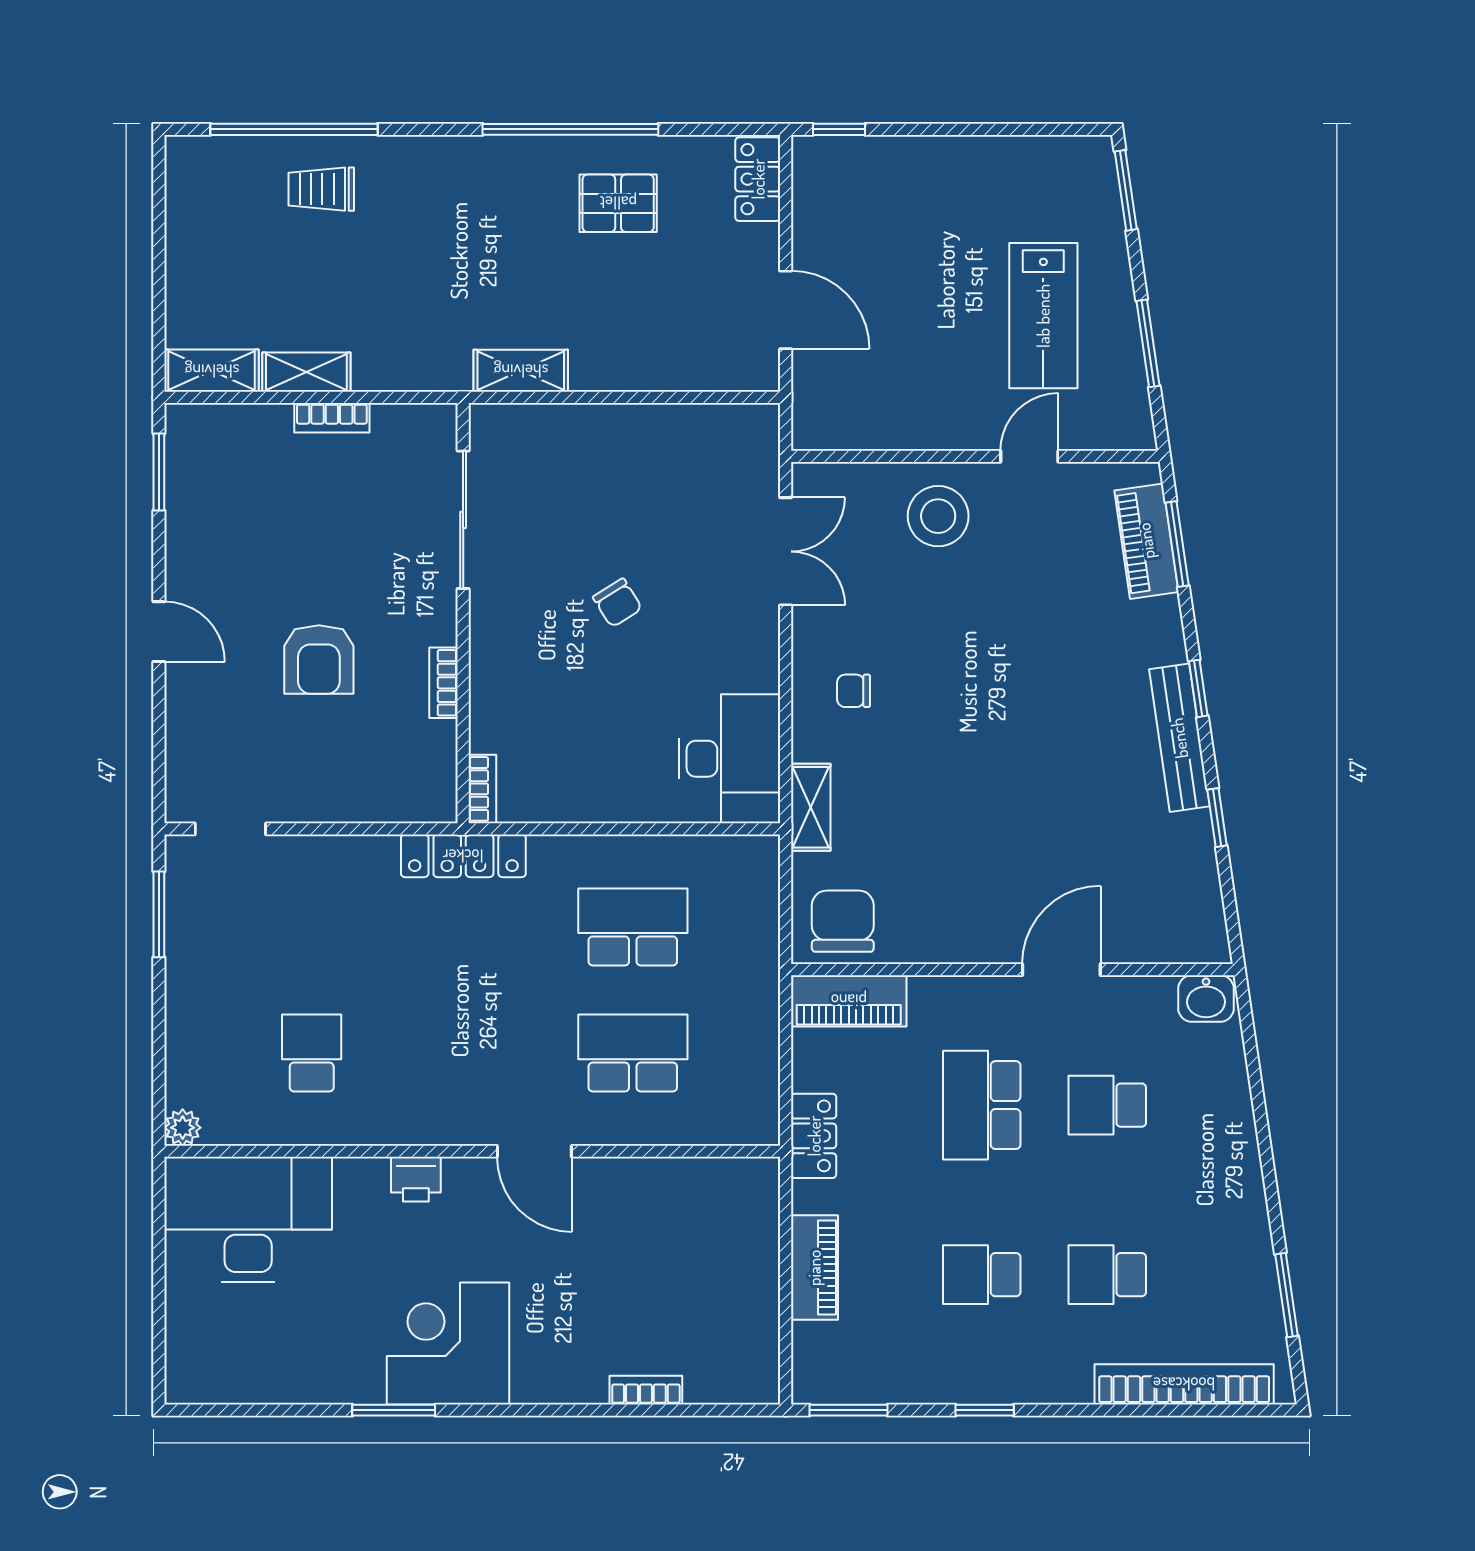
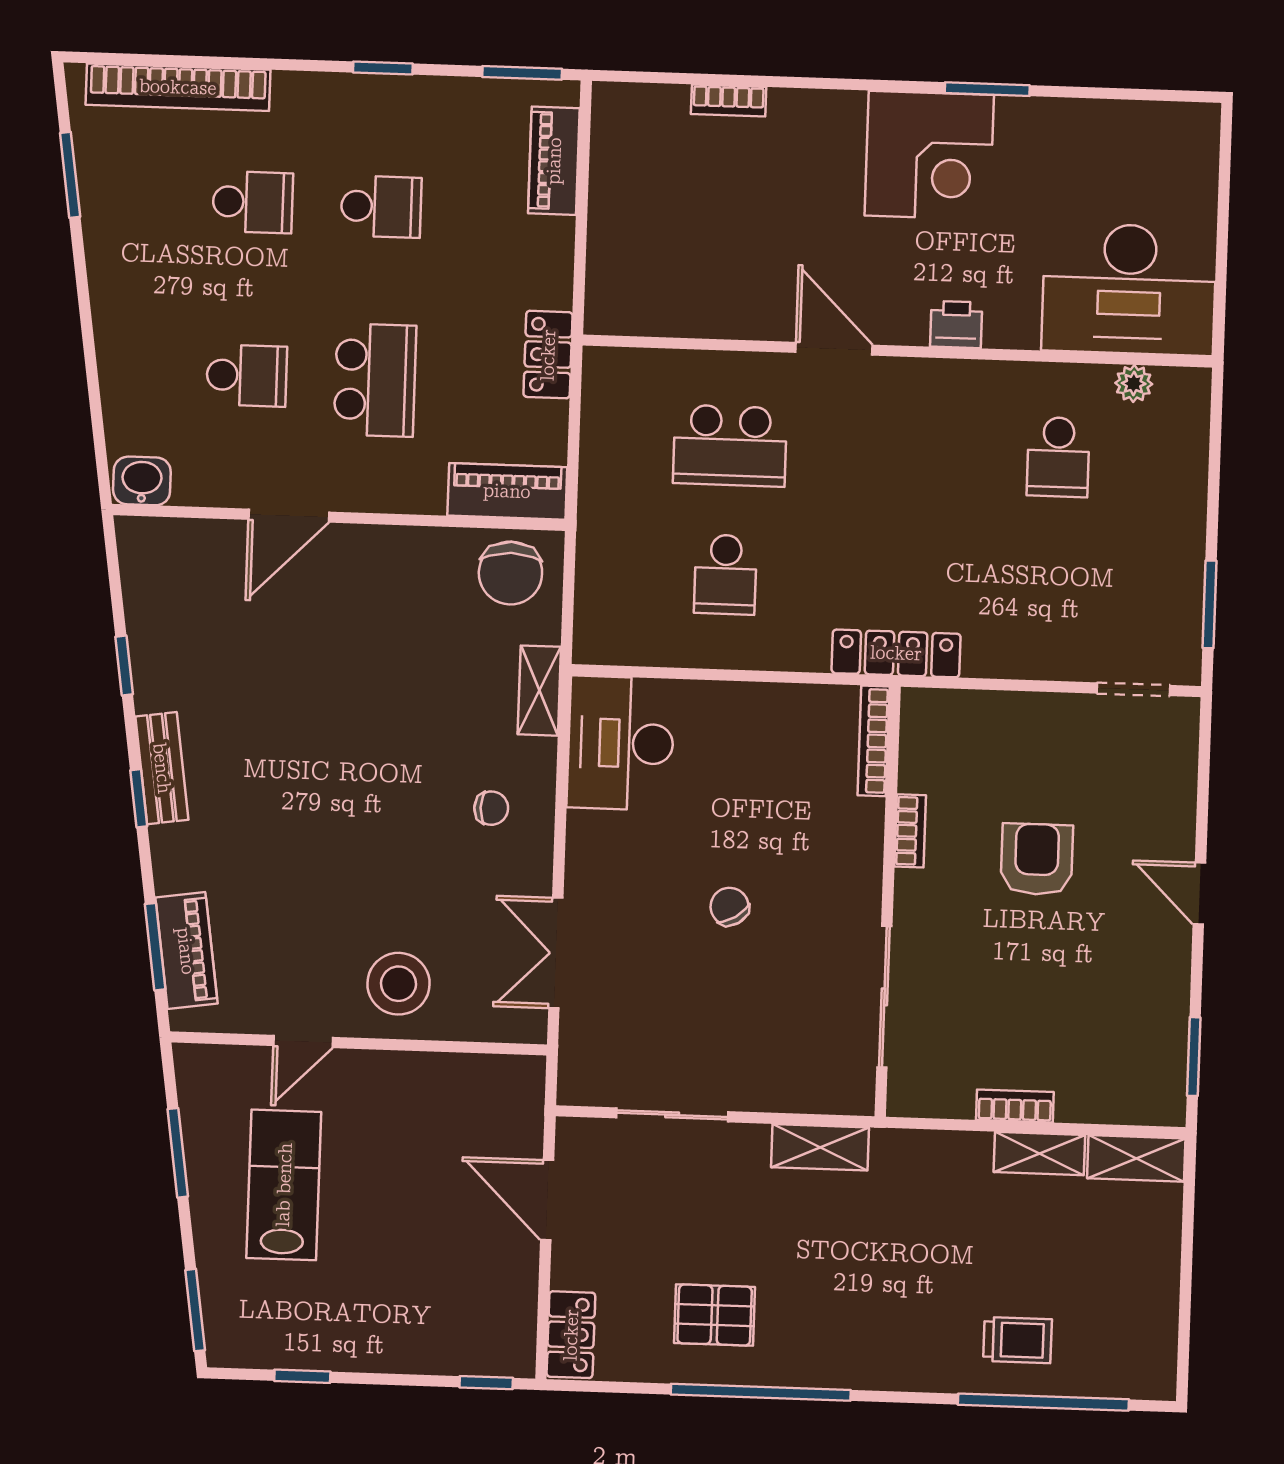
window: (1019, 129) -> (302, 1376), added
sliding door: (666, 397) -> (672, 1115), added
bench: (1179, 738) -> (162, 768), width x0.73
bookcase: (482, 789) -> (874, 741), width x1.56
school desk: (633, 927) -> (725, 575), width x0.54
plant: (183, 1128) -> (1134, 384), moved
piano: (814, 1268) -> (554, 161), moved

